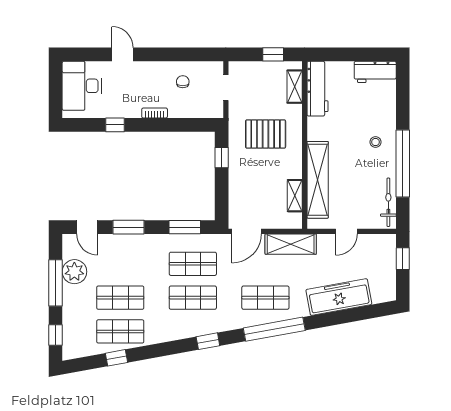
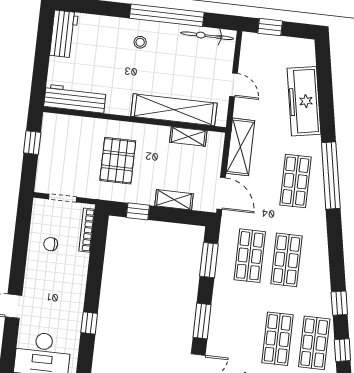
shelving: (295, 87) -> (174, 200), moved
bookcase: (155, 113) -> (87, 230), moved, width x1.56
window: (208, 341) -> (339, 303), moved

